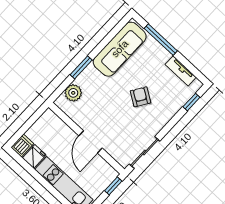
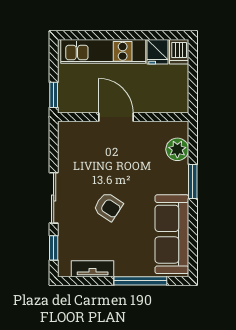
sliding door: (144, 153) -> (54, 198), moved

